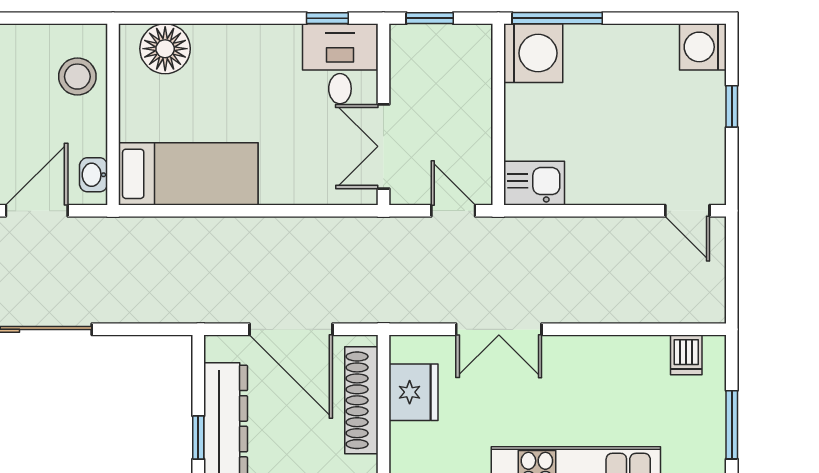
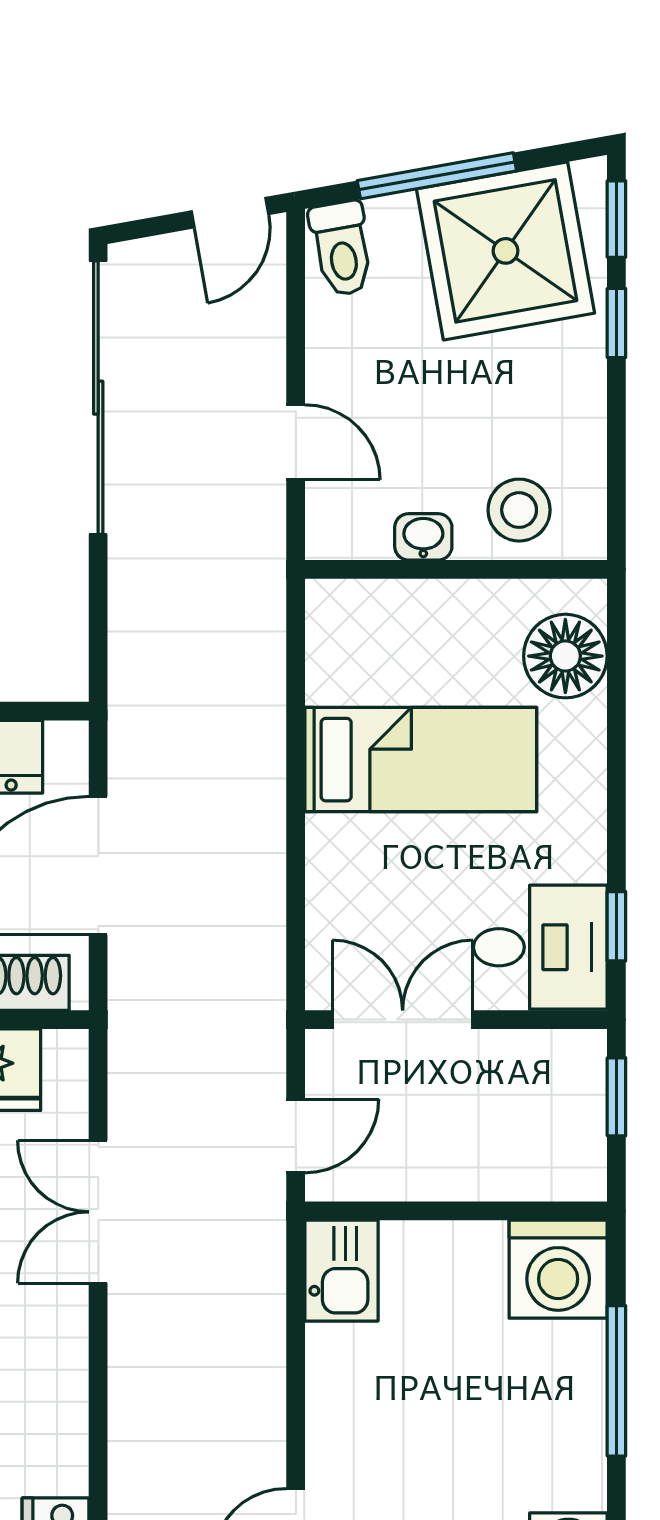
window: (557, 18) -> (616, 1381), moved
bed: (188, 174) -> (421, 760), moved, turned -90
washbasin: (94, 175) -> (423, 537), moved
door: (37, 211) -> (296, 442), width x0.73

